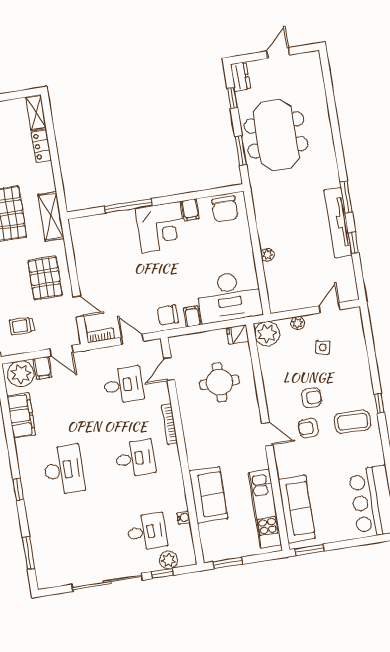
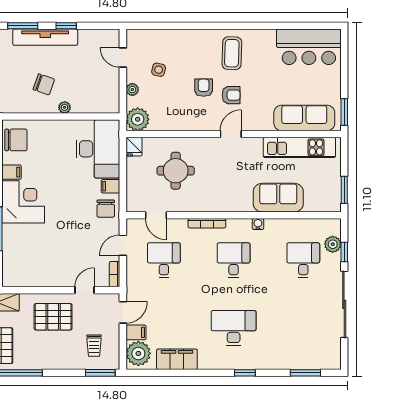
chair: (288, 229) -> (44, 84), added
window: (379, 403) -> (219, 26), removed
armchair: (308, 428) -> (231, 95), turned -88
water cooler: (184, 518) -> (258, 224), moved

